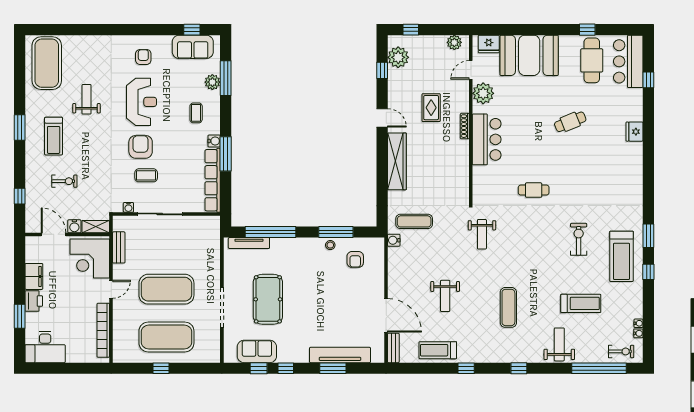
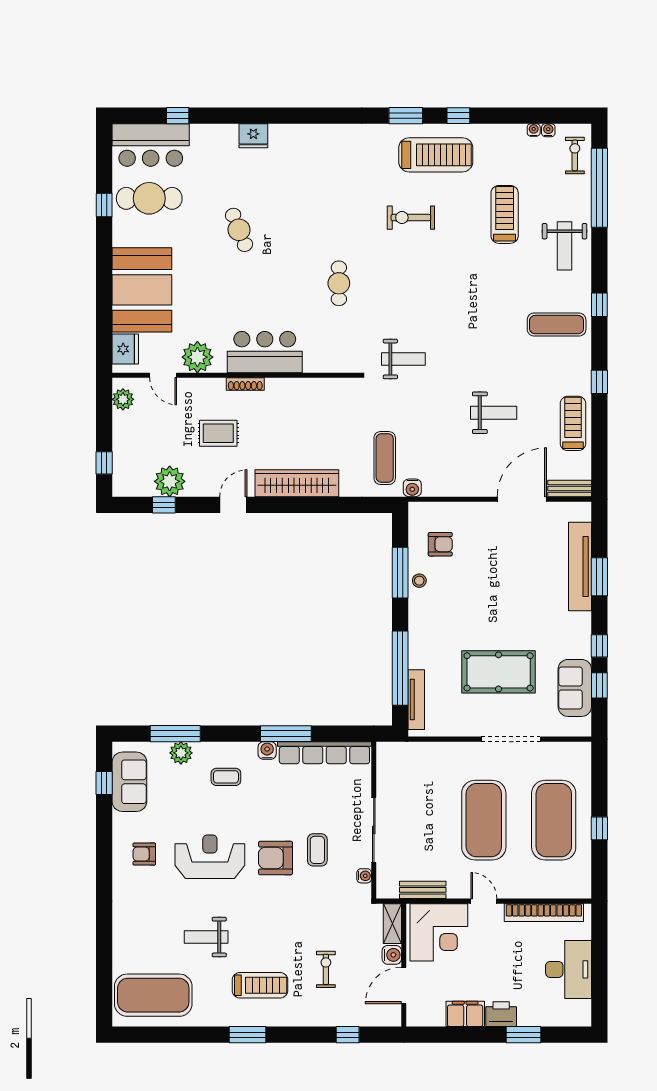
plant: (398, 57) -> (170, 481), moved
exercise mat: (508, 307) -> (557, 325), moved
weight bench: (559, 344) -> (565, 246), turned -90
desk: (45, 347) -> (568, 969), moved
treadmill: (438, 350) -> (573, 423), turned 180

